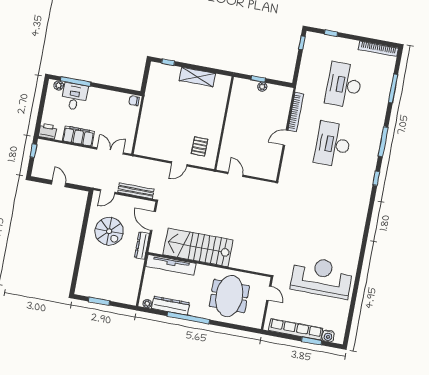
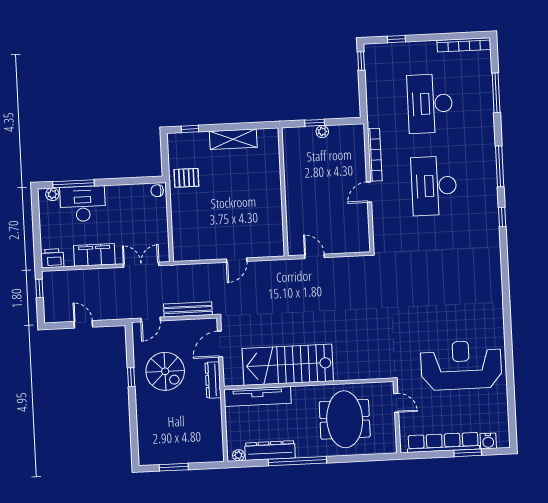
desk: (74, 97) -> (83, 204), width x1.37
pallet: (200, 146) -> (186, 178), moved, turned 90
door: (153, 221) -> (220, 344), hinge flipped
window: (84, 230) -> (131, 377), added

